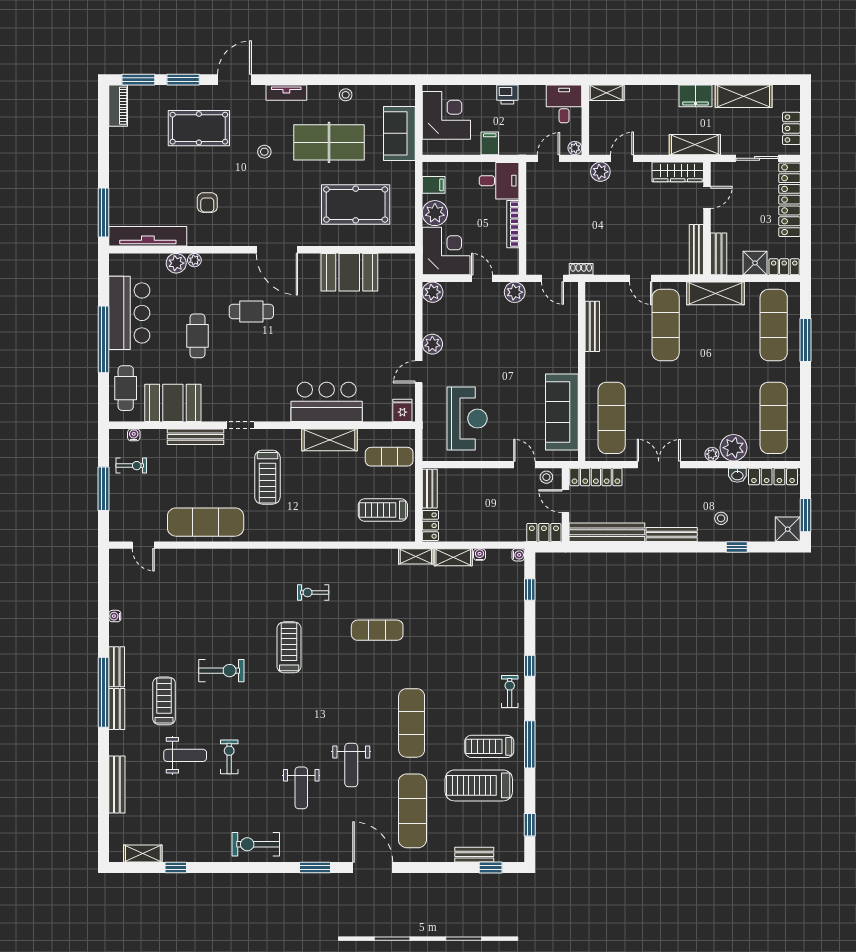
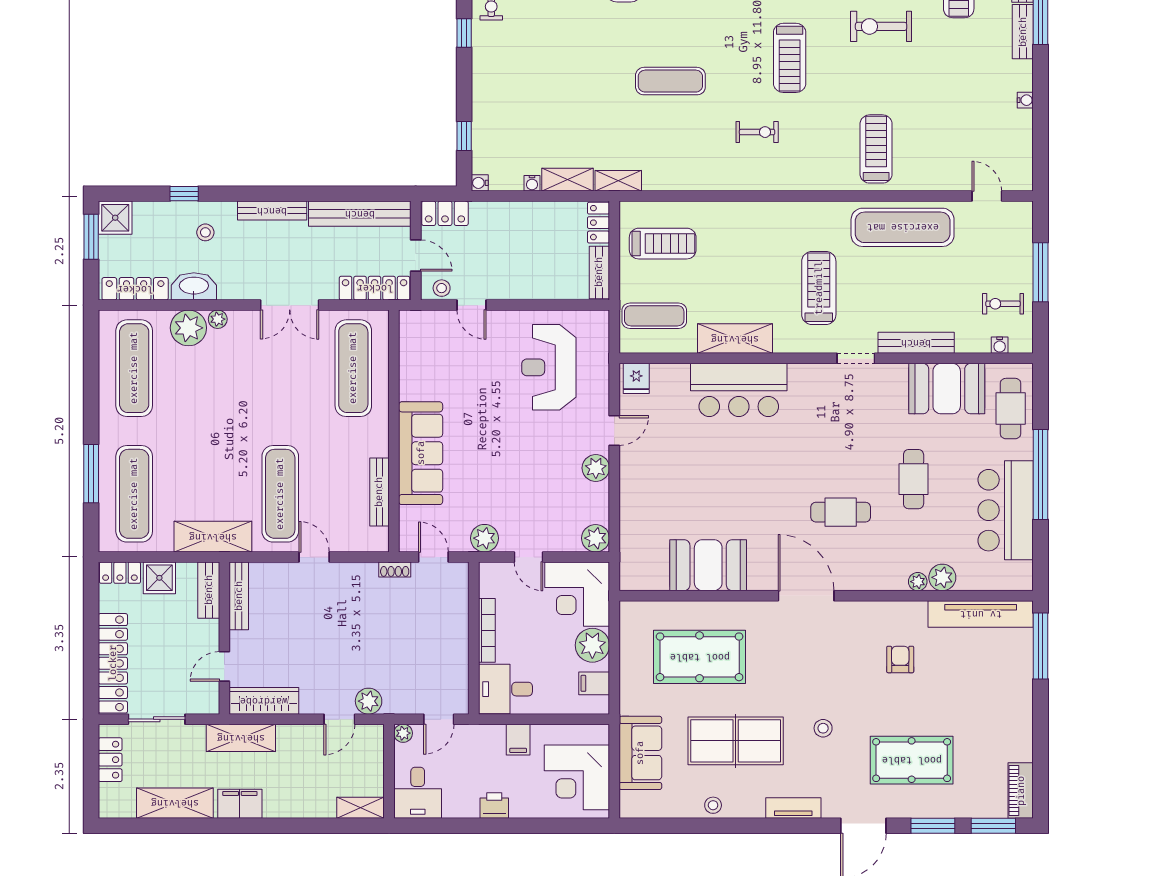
sofa: (562, 412) -> (421, 453), moved
washbasin: (737, 475) -> (194, 286), width x1.91, depth x1.45
treadmill: (225, 580) -> (876, 149), added

